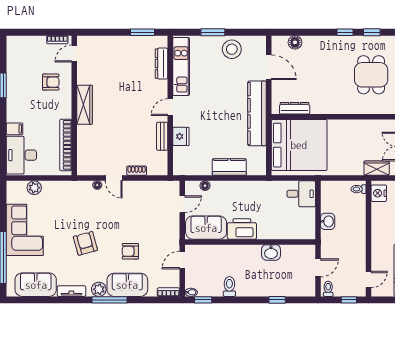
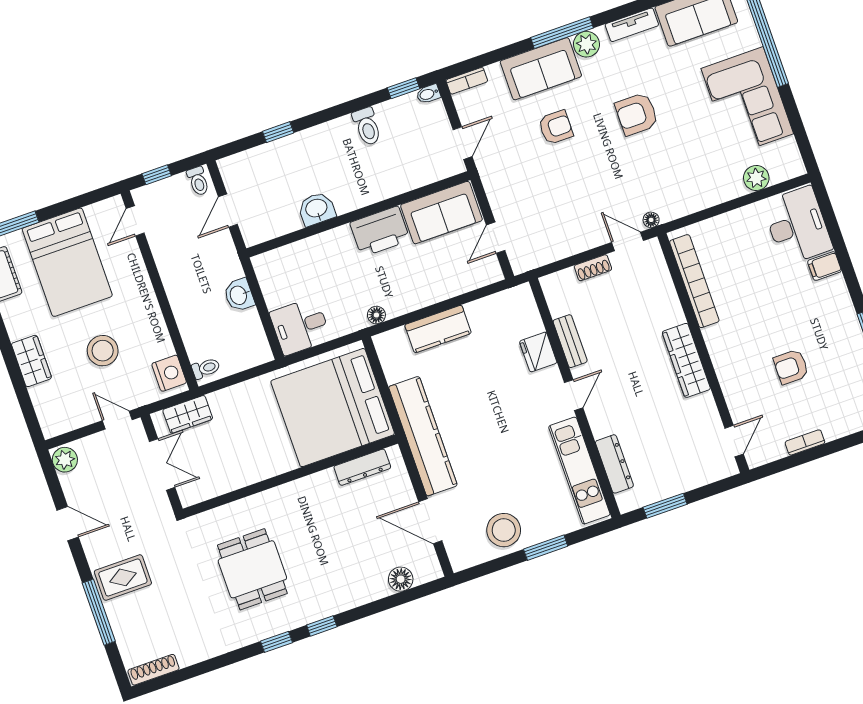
door: (74, 54) -> (734, 441), moved
wall: (74, 105) -> (703, 353), moved
wardrobe: (85, 105) -> (686, 360), moved
bookcase: (66, 145) -> (694, 281), moved
floor lamp: (205, 186) -> (376, 315), moved
armchair: (85, 243) -> (637, 114), turned 105

